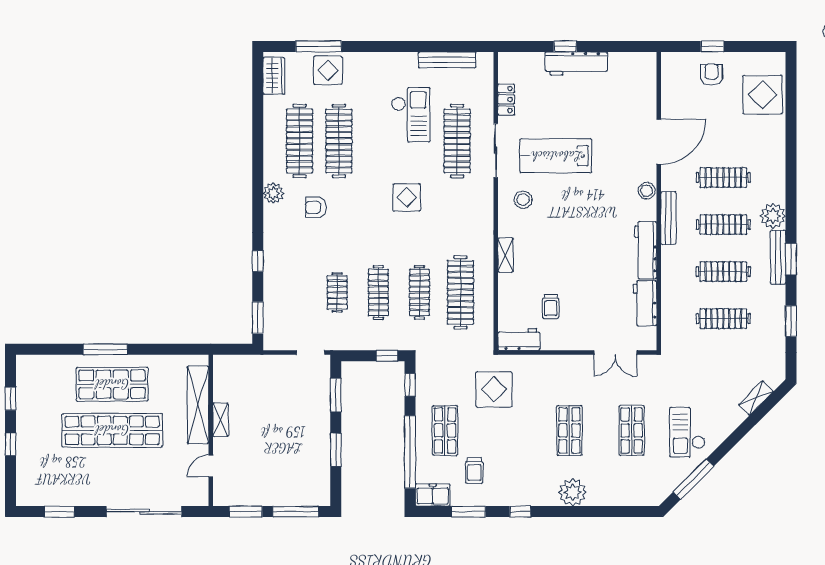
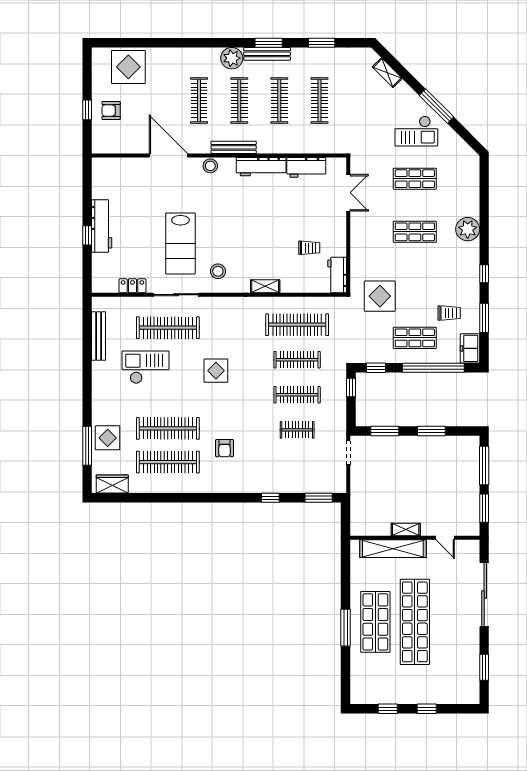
plant: (273, 193) -> (212, 484), removed
window: (693, 479) -> (437, 106), moved

